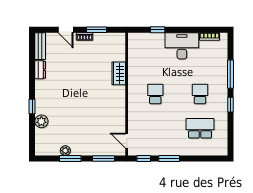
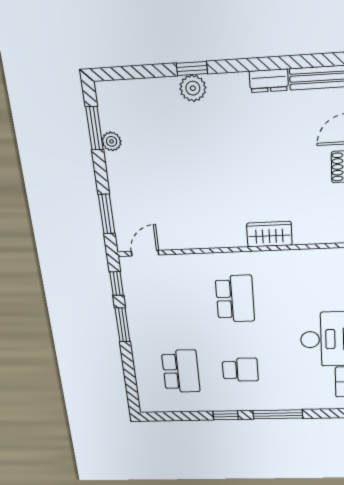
school desk: (155, 94) -> (235, 299), width x1.85
plant: (41, 121) -> (193, 88), moved
window: (70, 158) -> (94, 128), moved

